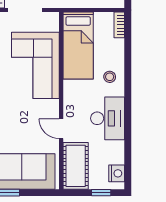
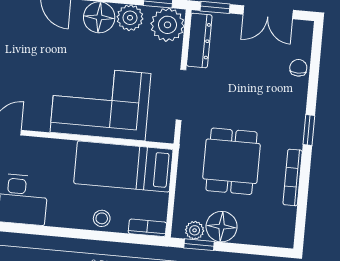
stool: (110, 77) -> (102, 218), moved

